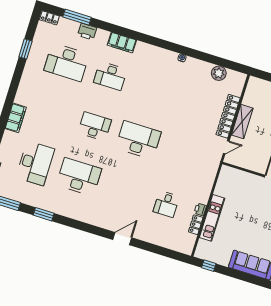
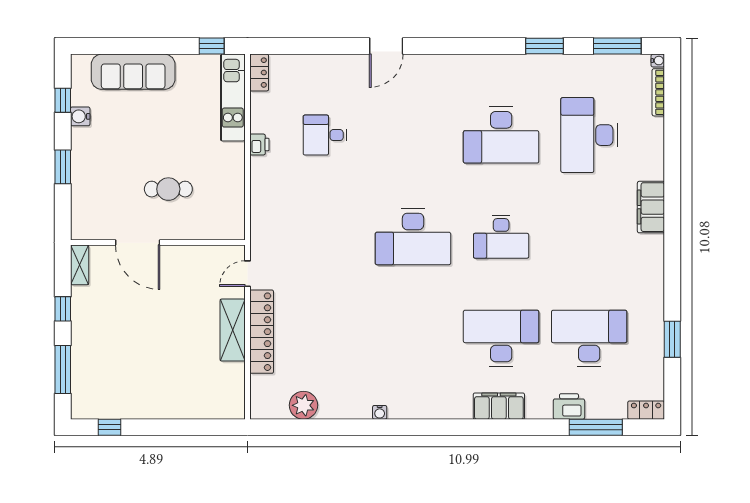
desk: (110, 76) -> (501, 338), width x1.36, depth x1.30
cafe table: (252, 201) -> (168, 189), added
desk: (166, 204) -> (325, 135), turned -90
kitchen unit: (212, 218) -> (233, 98), moved
locker: (196, 225) -> (259, 73), moved

